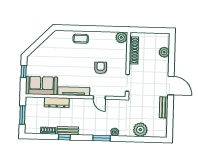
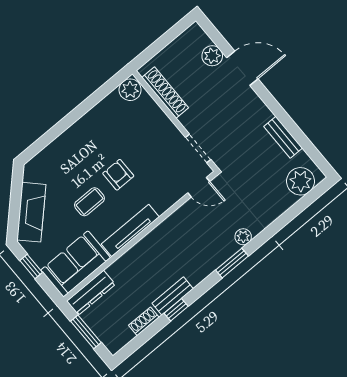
coffee table: (81, 39) -> (89, 202), moved
fireplace: (42, 51) -> (31, 212), added
armchair: (101, 68) -> (118, 175), moved
door: (171, 86) -> (242, 68), moved
door: (99, 98) -> (199, 187), moved
dresser: (57, 102) -> (91, 293), moved
plant: (140, 130) -> (301, 181), moved

